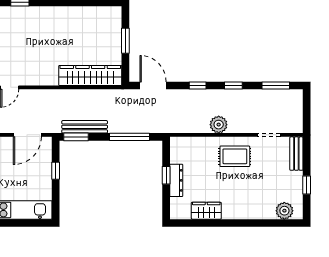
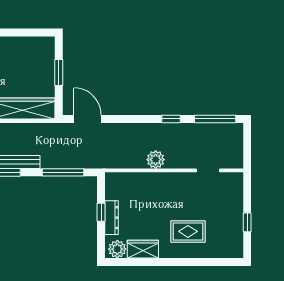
window: (198, 86) -> (134, 119), removed
window: (276, 86) -> (215, 119), width x1.44
bench: (296, 154) -> (237, 190), removed
rug: (235, 156) -> (188, 231), moved
plant: (284, 211) -> (117, 249), moved

